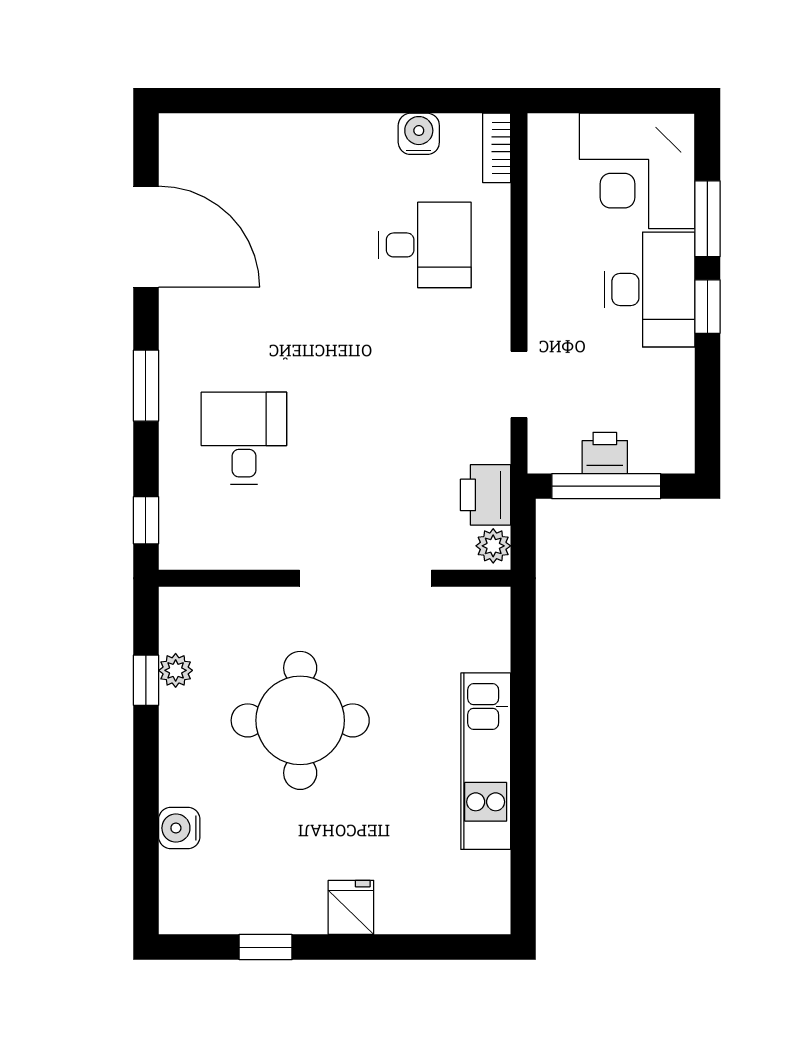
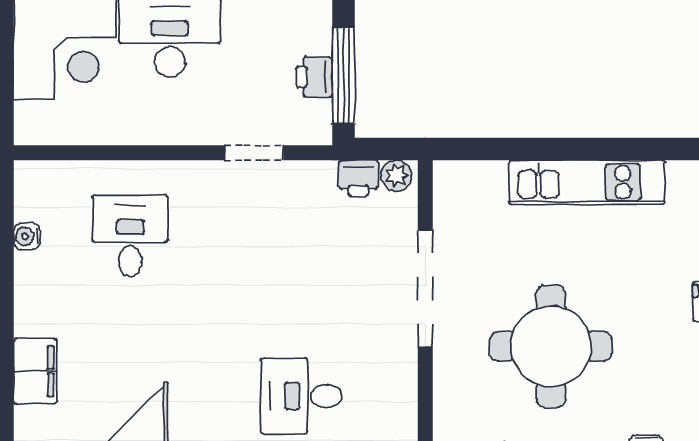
water cooler: (419, 134) -> (27, 236), width x0.72, depth x0.72
filing cabinet: (272, 138) -> (35, 371), added
bookcase: (497, 148) -> (44, 173), removed
printer: (485, 495) -> (359, 178), width x0.73, depth x0.81

